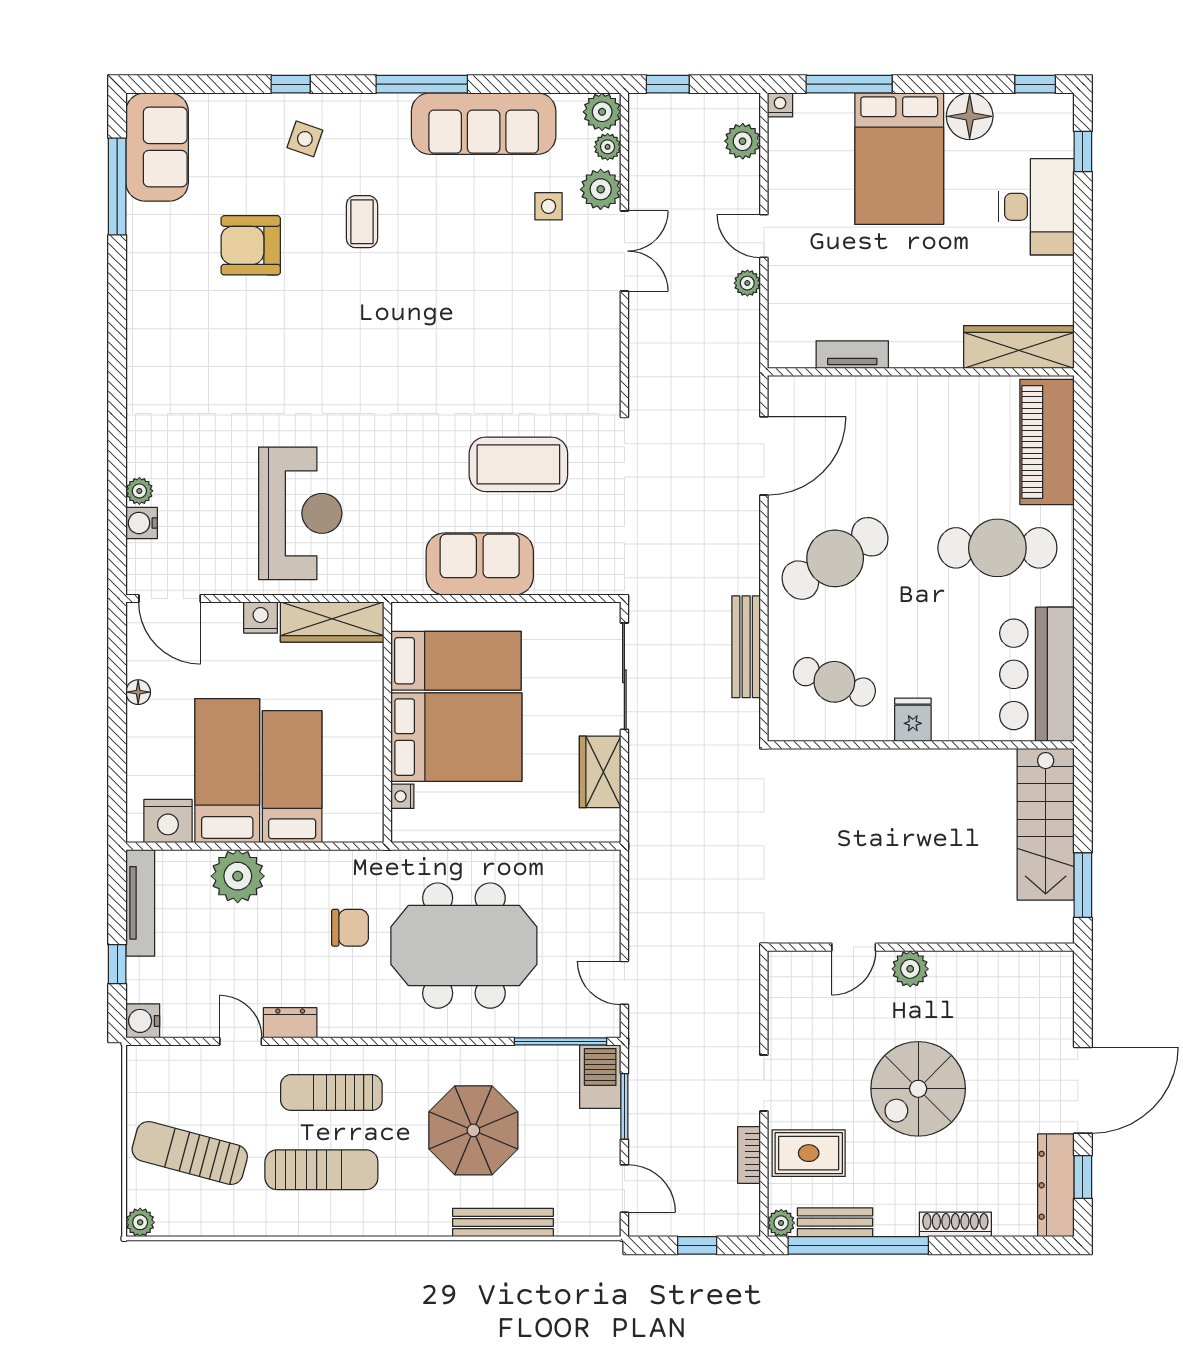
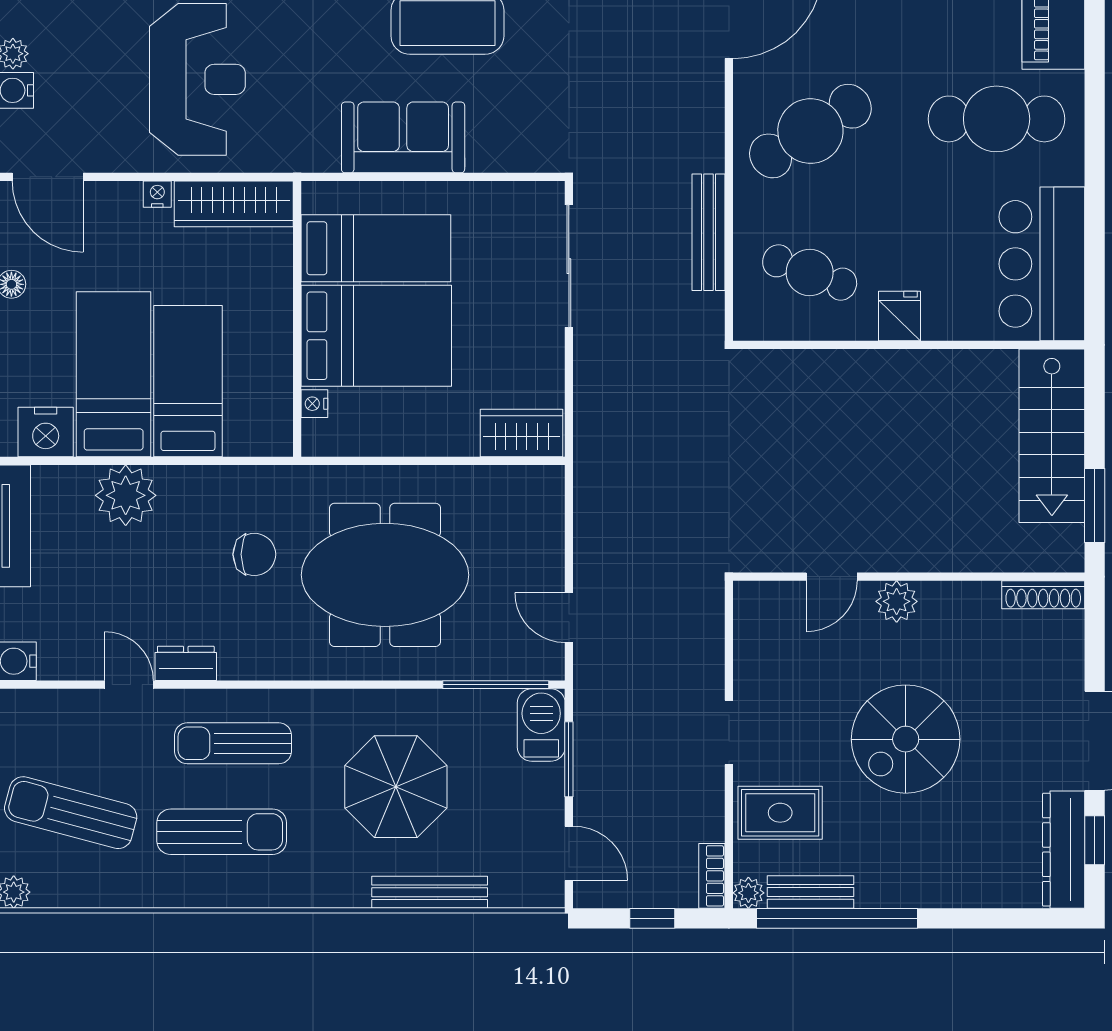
nightstand: (261, 618) -> (157, 194), width x0.72, depth x0.74
wardrobe: (600, 772) -> (522, 433), moved, turned 90
bookcase: (749, 1155) -> (712, 876), moved
shoe rack: (955, 1224) -> (1043, 595), moved, turned 180

